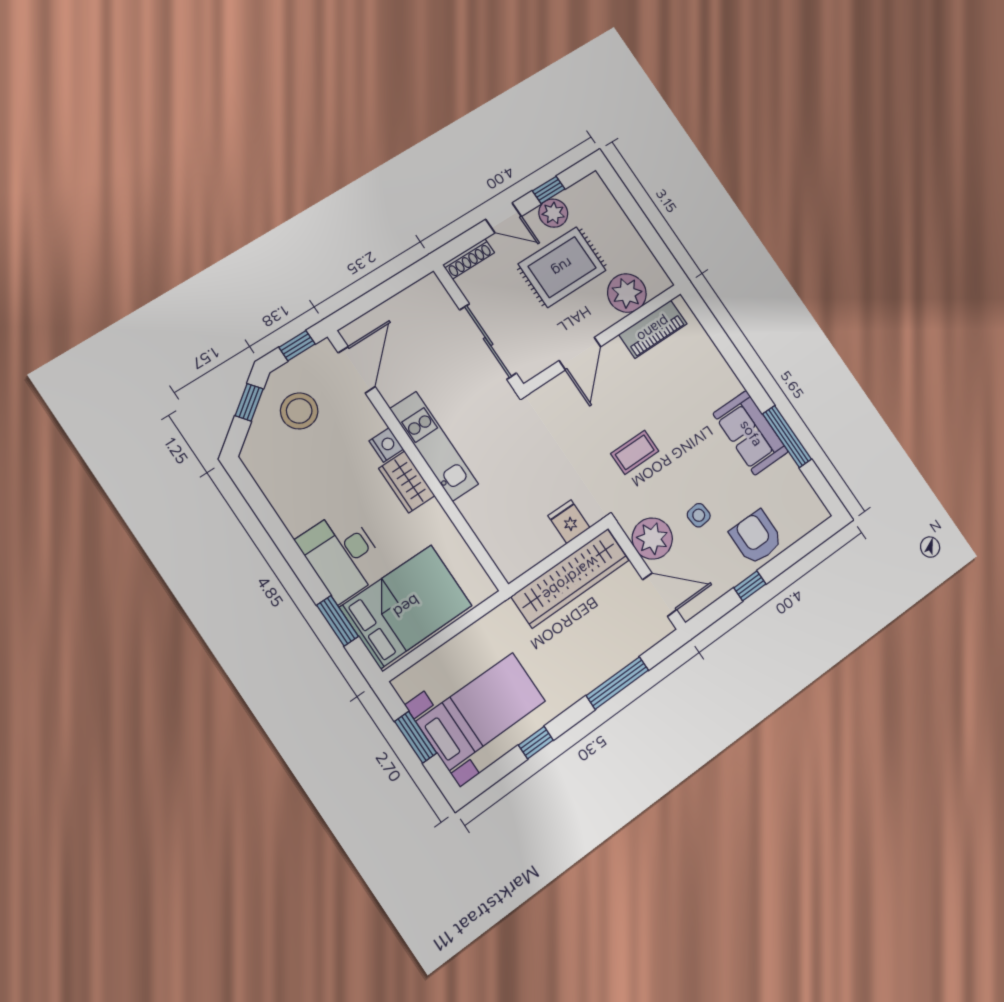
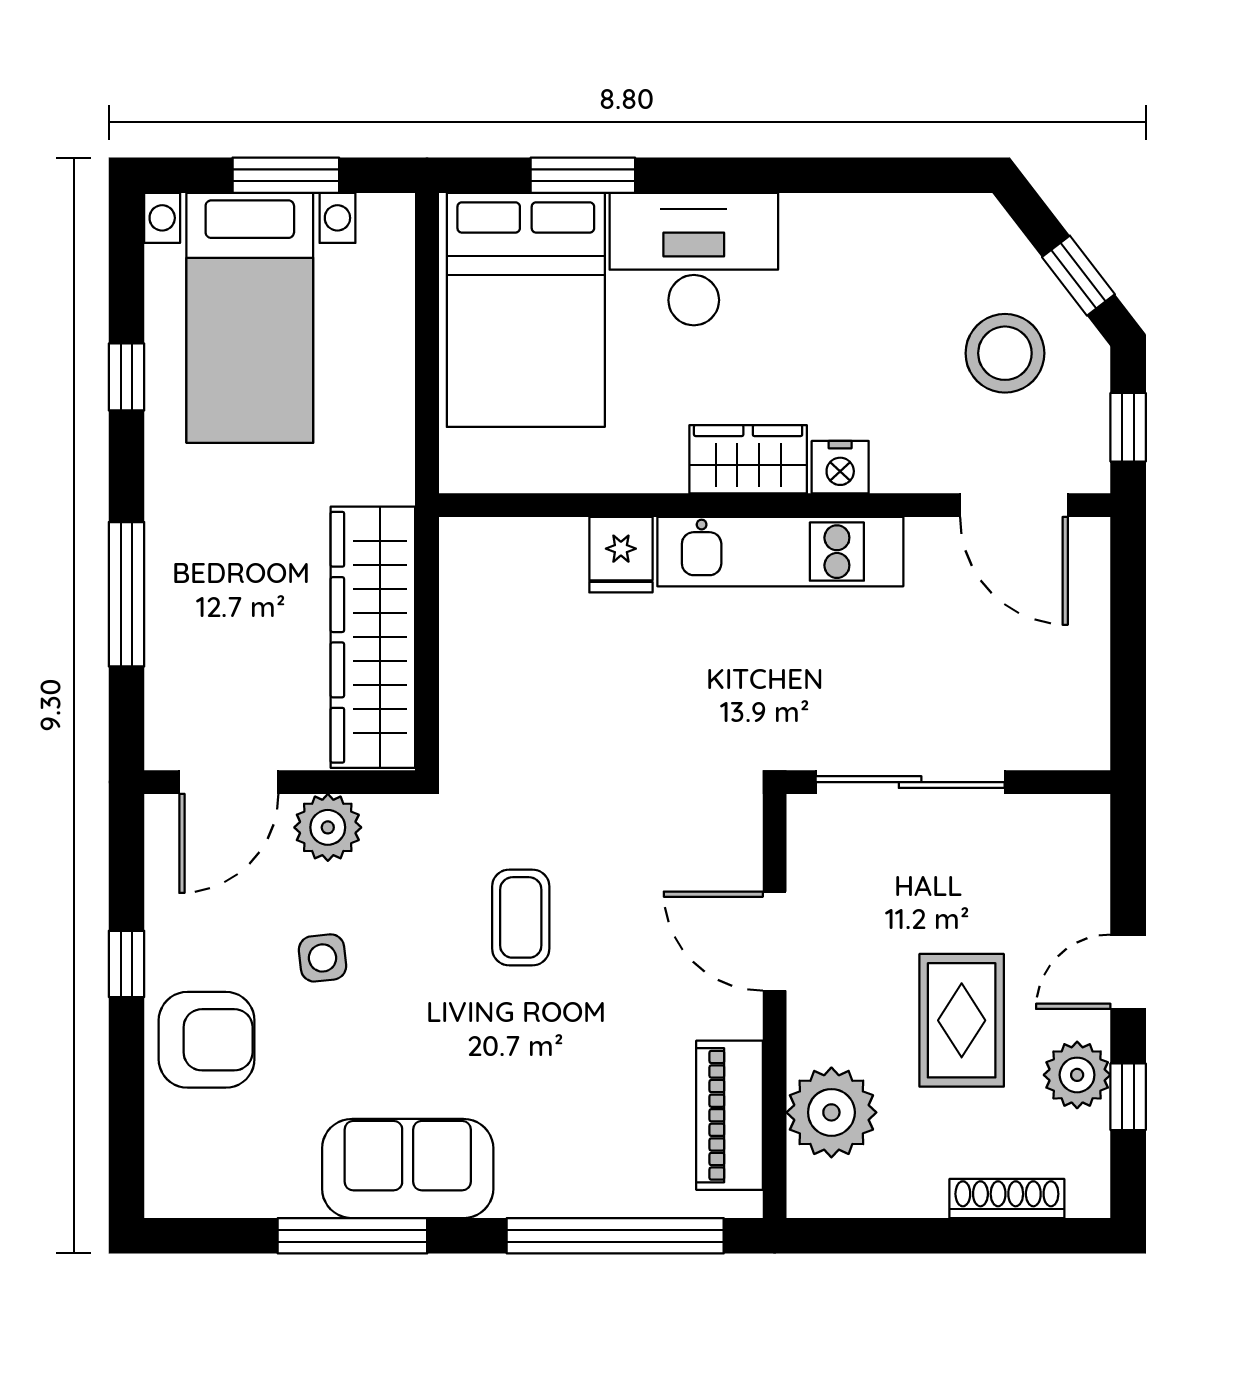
shoe rack: (469, 259) -> (1007, 1199), moved, turned 90
rug: (562, 267) -> (962, 1020), width x0.73, depth x0.70
window: (723, 342) -> (615, 1236), added
fridge: (569, 522) -> (621, 555), moved, turned 90
plant: (652, 539) -> (328, 827), width x0.73, depth x0.73

